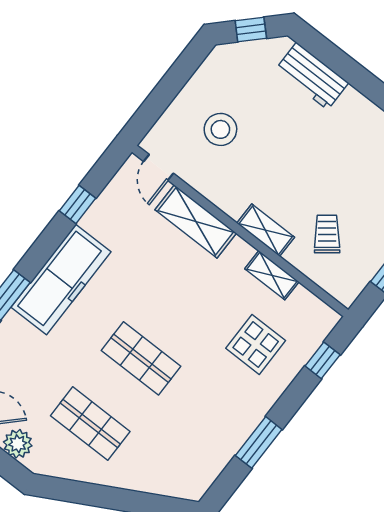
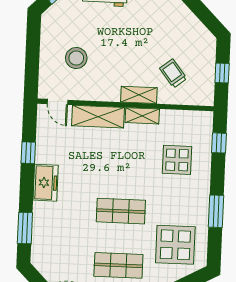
shelving: (272, 275) -> (142, 116), moved
freezer: (61, 280) -> (46, 183), width x0.52, depth x0.79
display table: (179, 448) -> (175, 245), added

